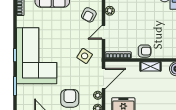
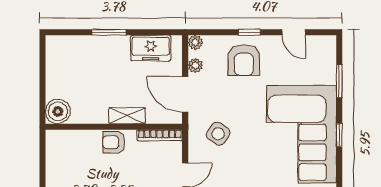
shelving: (150, 66) -> (127, 116), moved
door: (104, 79) -> (185, 94), hinge flipped

